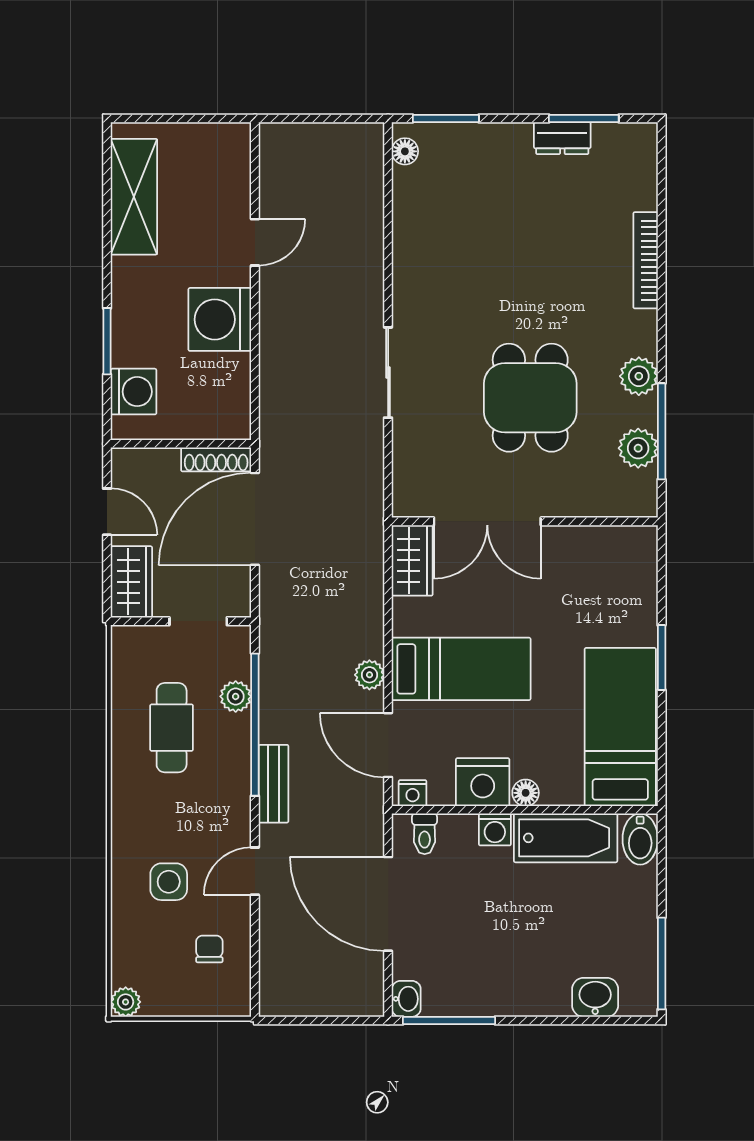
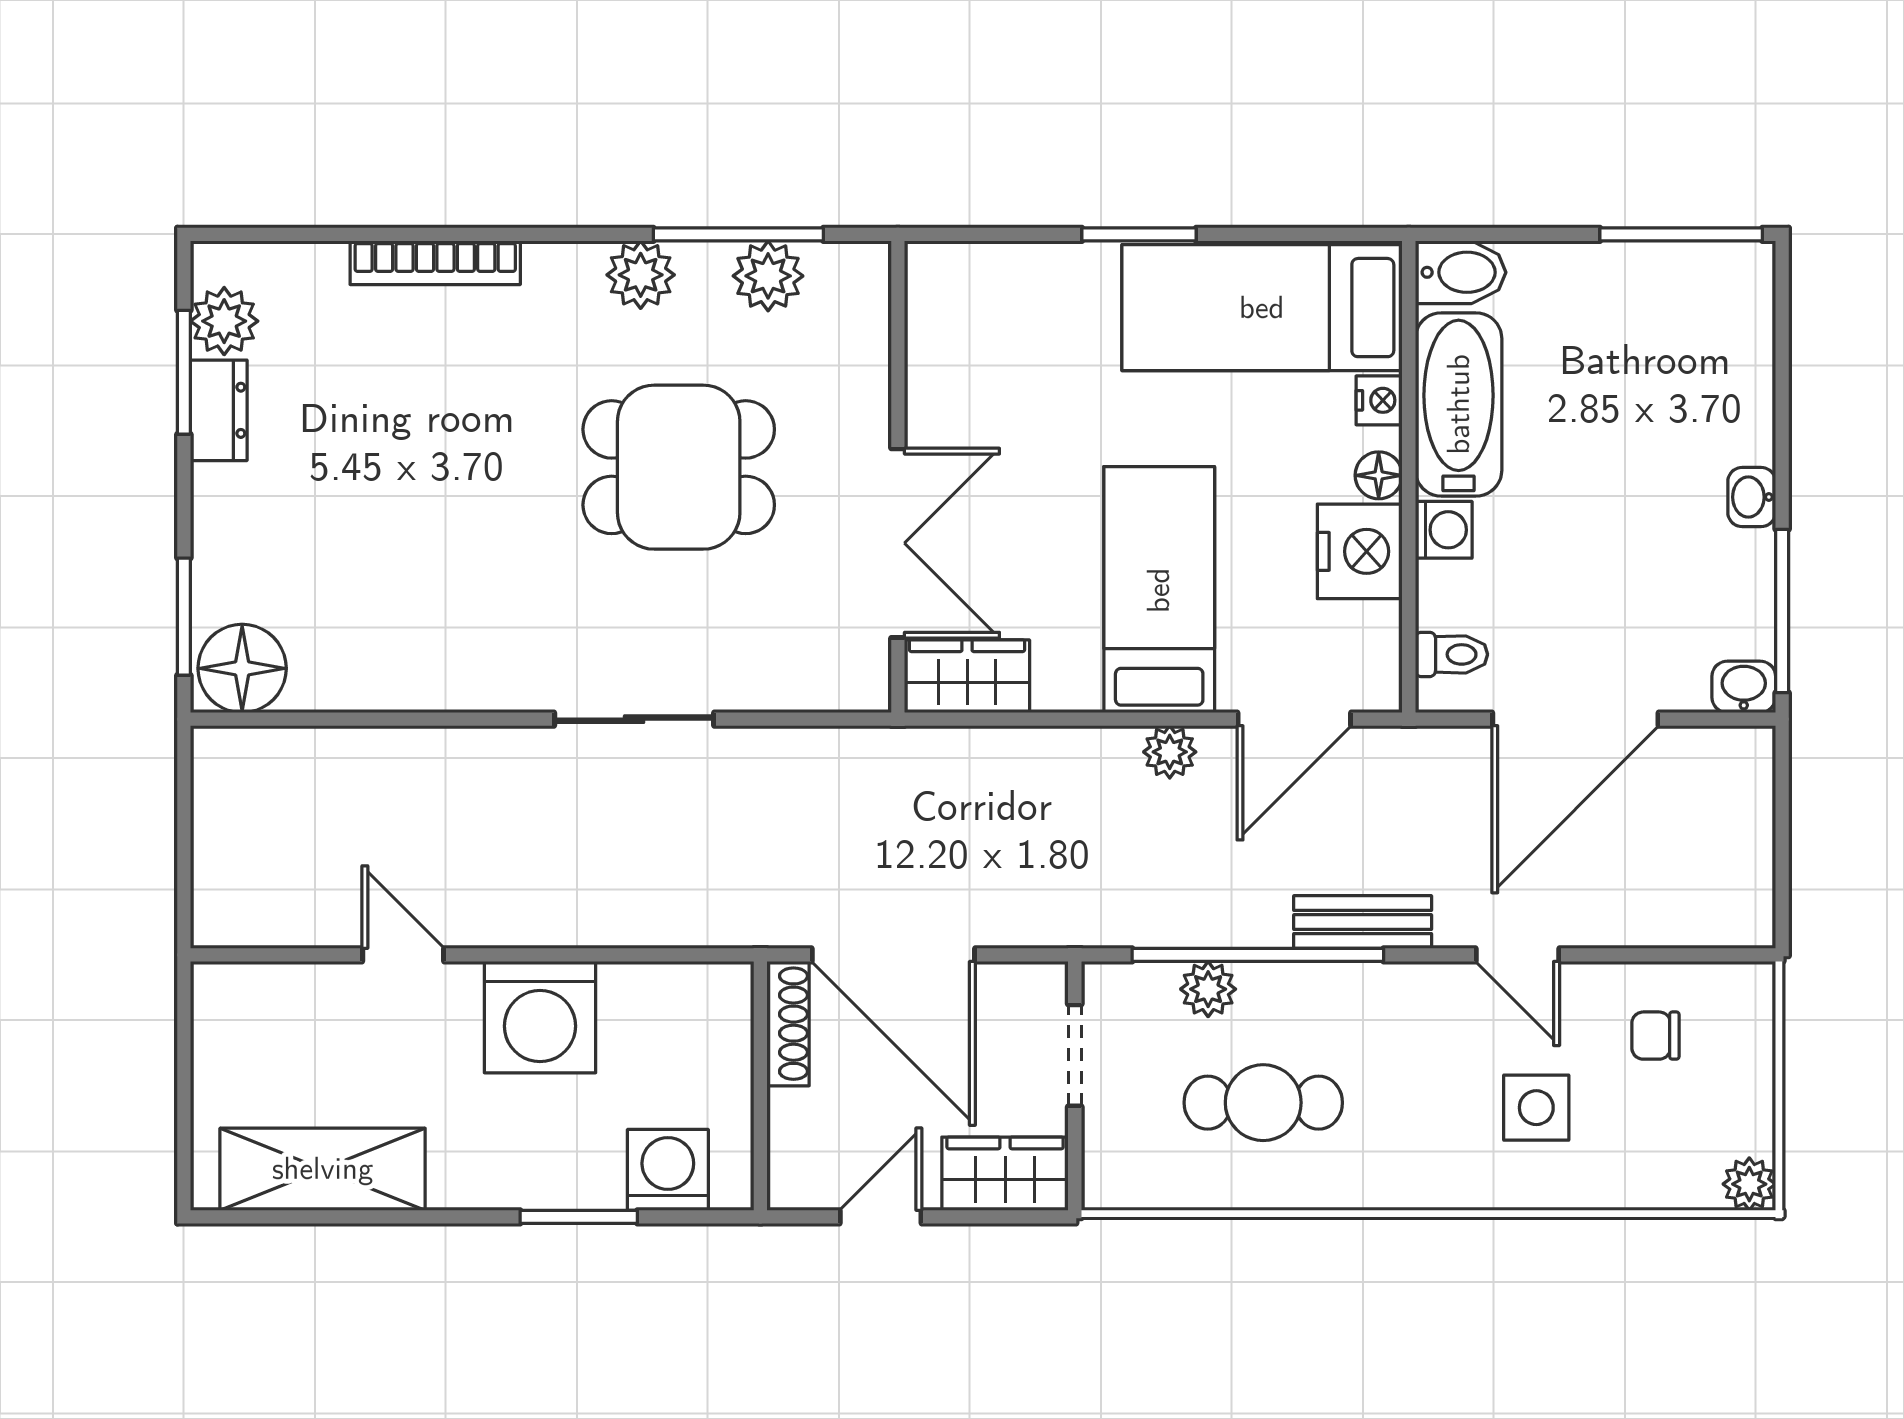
plant: (613, 141) -> (224, 321), added
floor lamp: (405, 151) -> (242, 668), width x1.89, depth x1.89
nightstand: (413, 793) -> (1379, 400), moved
washbasin: (595, 997) -> (1752, 497), moved, width x0.72, depth x0.69

